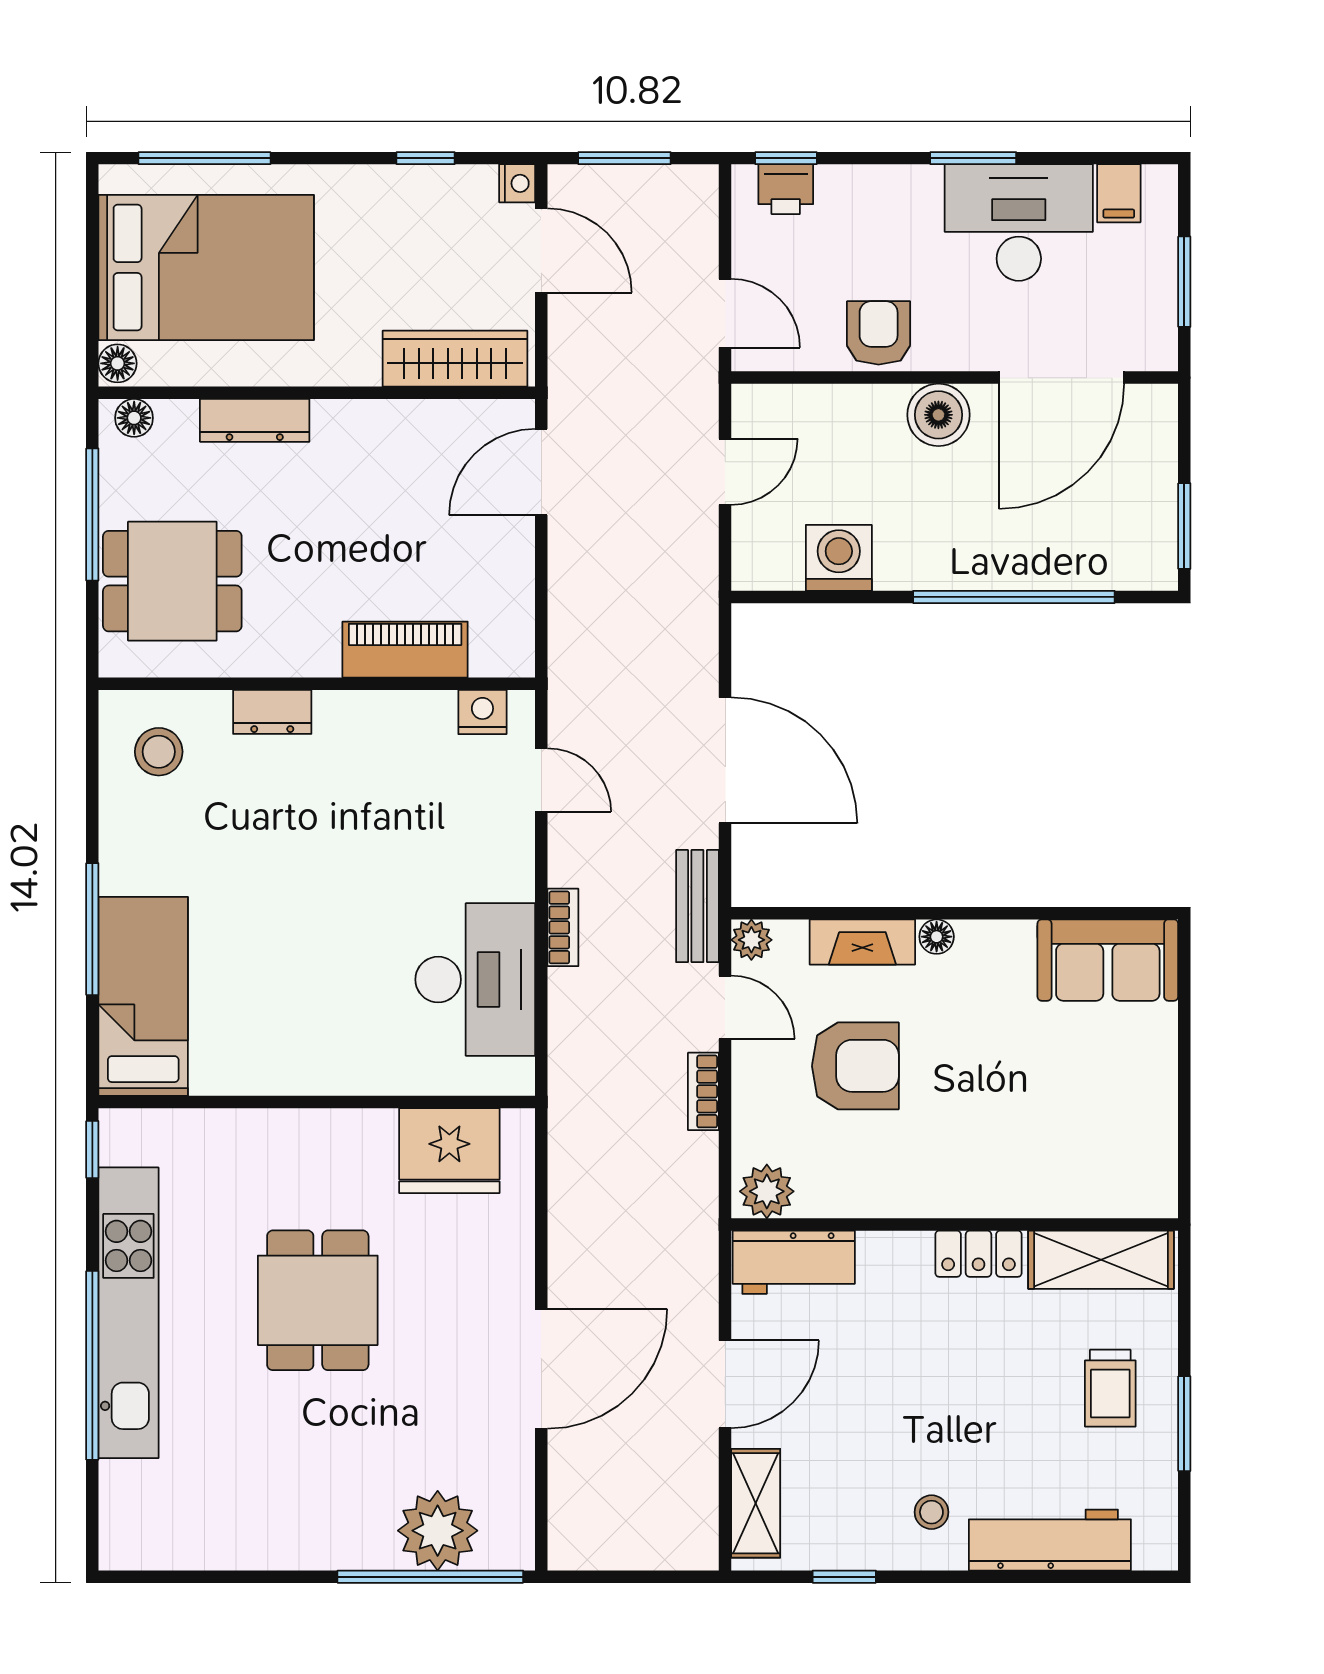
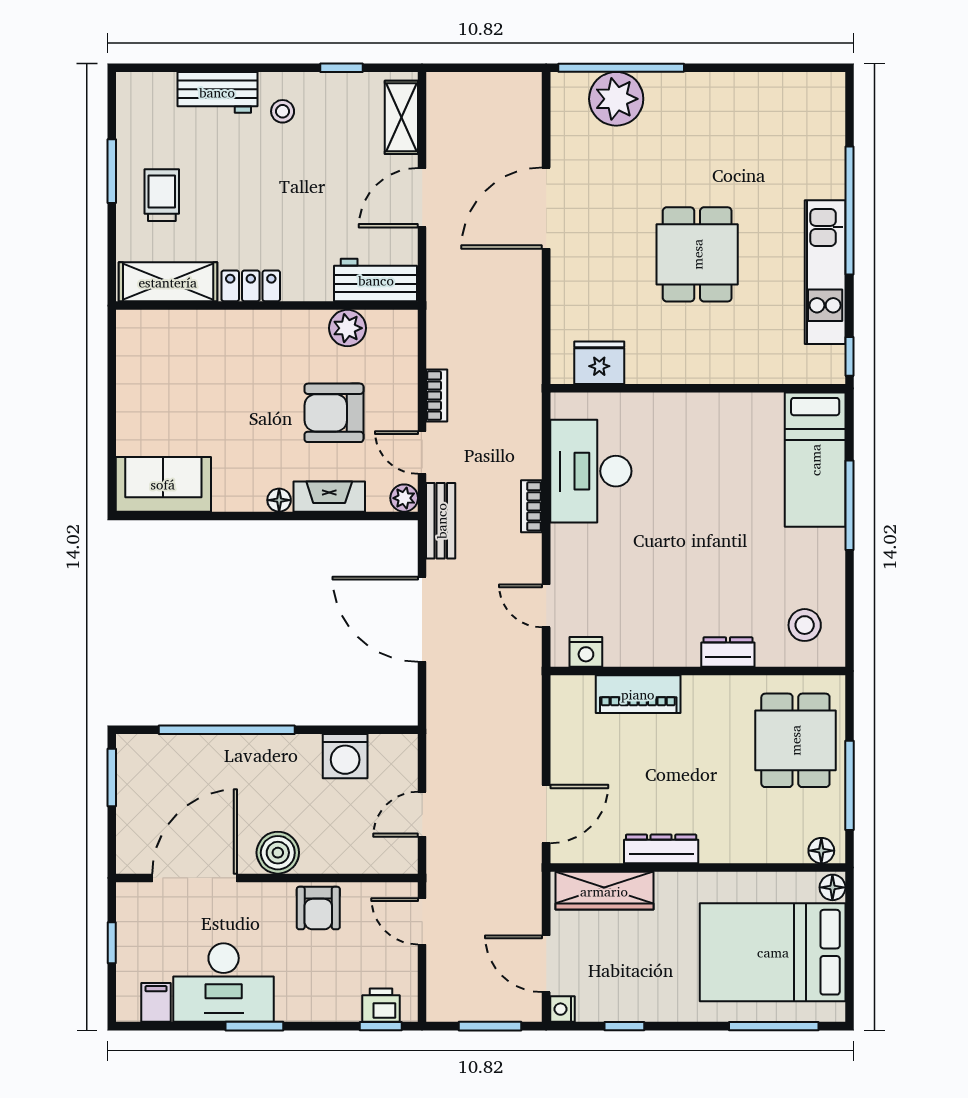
window: (1184, 282) -> (112, 943), width x0.67
dresser: (255, 420) -> (661, 849), moved
dining table: (172, 581) -> (795, 740), turned 90
fridge: (449, 1151) -> (599, 363), width x0.73, depth x0.75
plant: (767, 1191) -> (347, 328), moved
kitchen unit: (128, 1313) -> (825, 272), width x0.73
workbench: (1050, 1540) -> (217, 92), width x0.73

